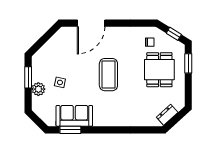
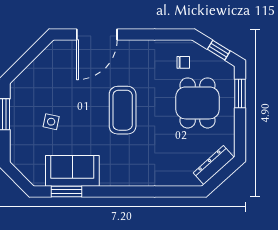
plant: (38, 89) -> (19, 132), removed
dresser: (167, 115) -> (214, 165), width x1.44

